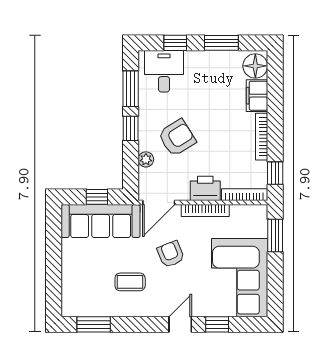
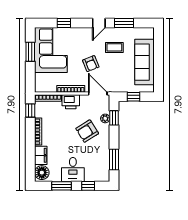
desk: (164, 71) -> (73, 169), moved
window: (131, 128) -> (114, 118), moved
door: (159, 202) -> (98, 94), hinge flipped
sofa: (101, 221) -> (144, 62), moved, turned -90
window: (275, 235) -> (30, 52), moved
window: (94, 324) -> (124, 23), moved
door: (180, 324) -> (99, 23), moved

